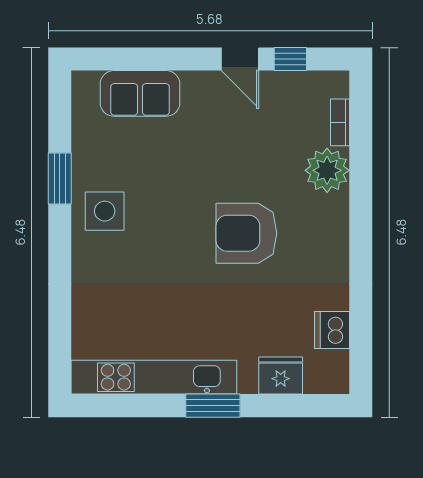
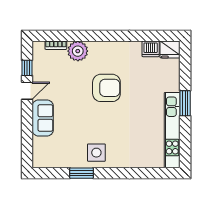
sofa: (140, 93) -> (43, 118), moved
armchair: (246, 233) -> (106, 88), turned -90
fridge: (281, 376) -> (170, 49), moved, turned -90

